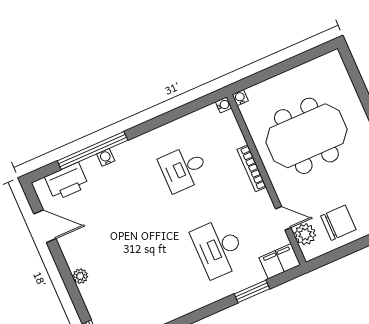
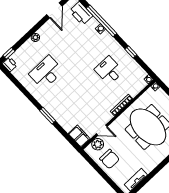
window: (165, 119) -> (131, 52), added
door: (283, 218) -> (102, 130), hinge flipped
desk: (219, 248) -> (46, 72), moved
window: (252, 291) -> (48, 116), moved

